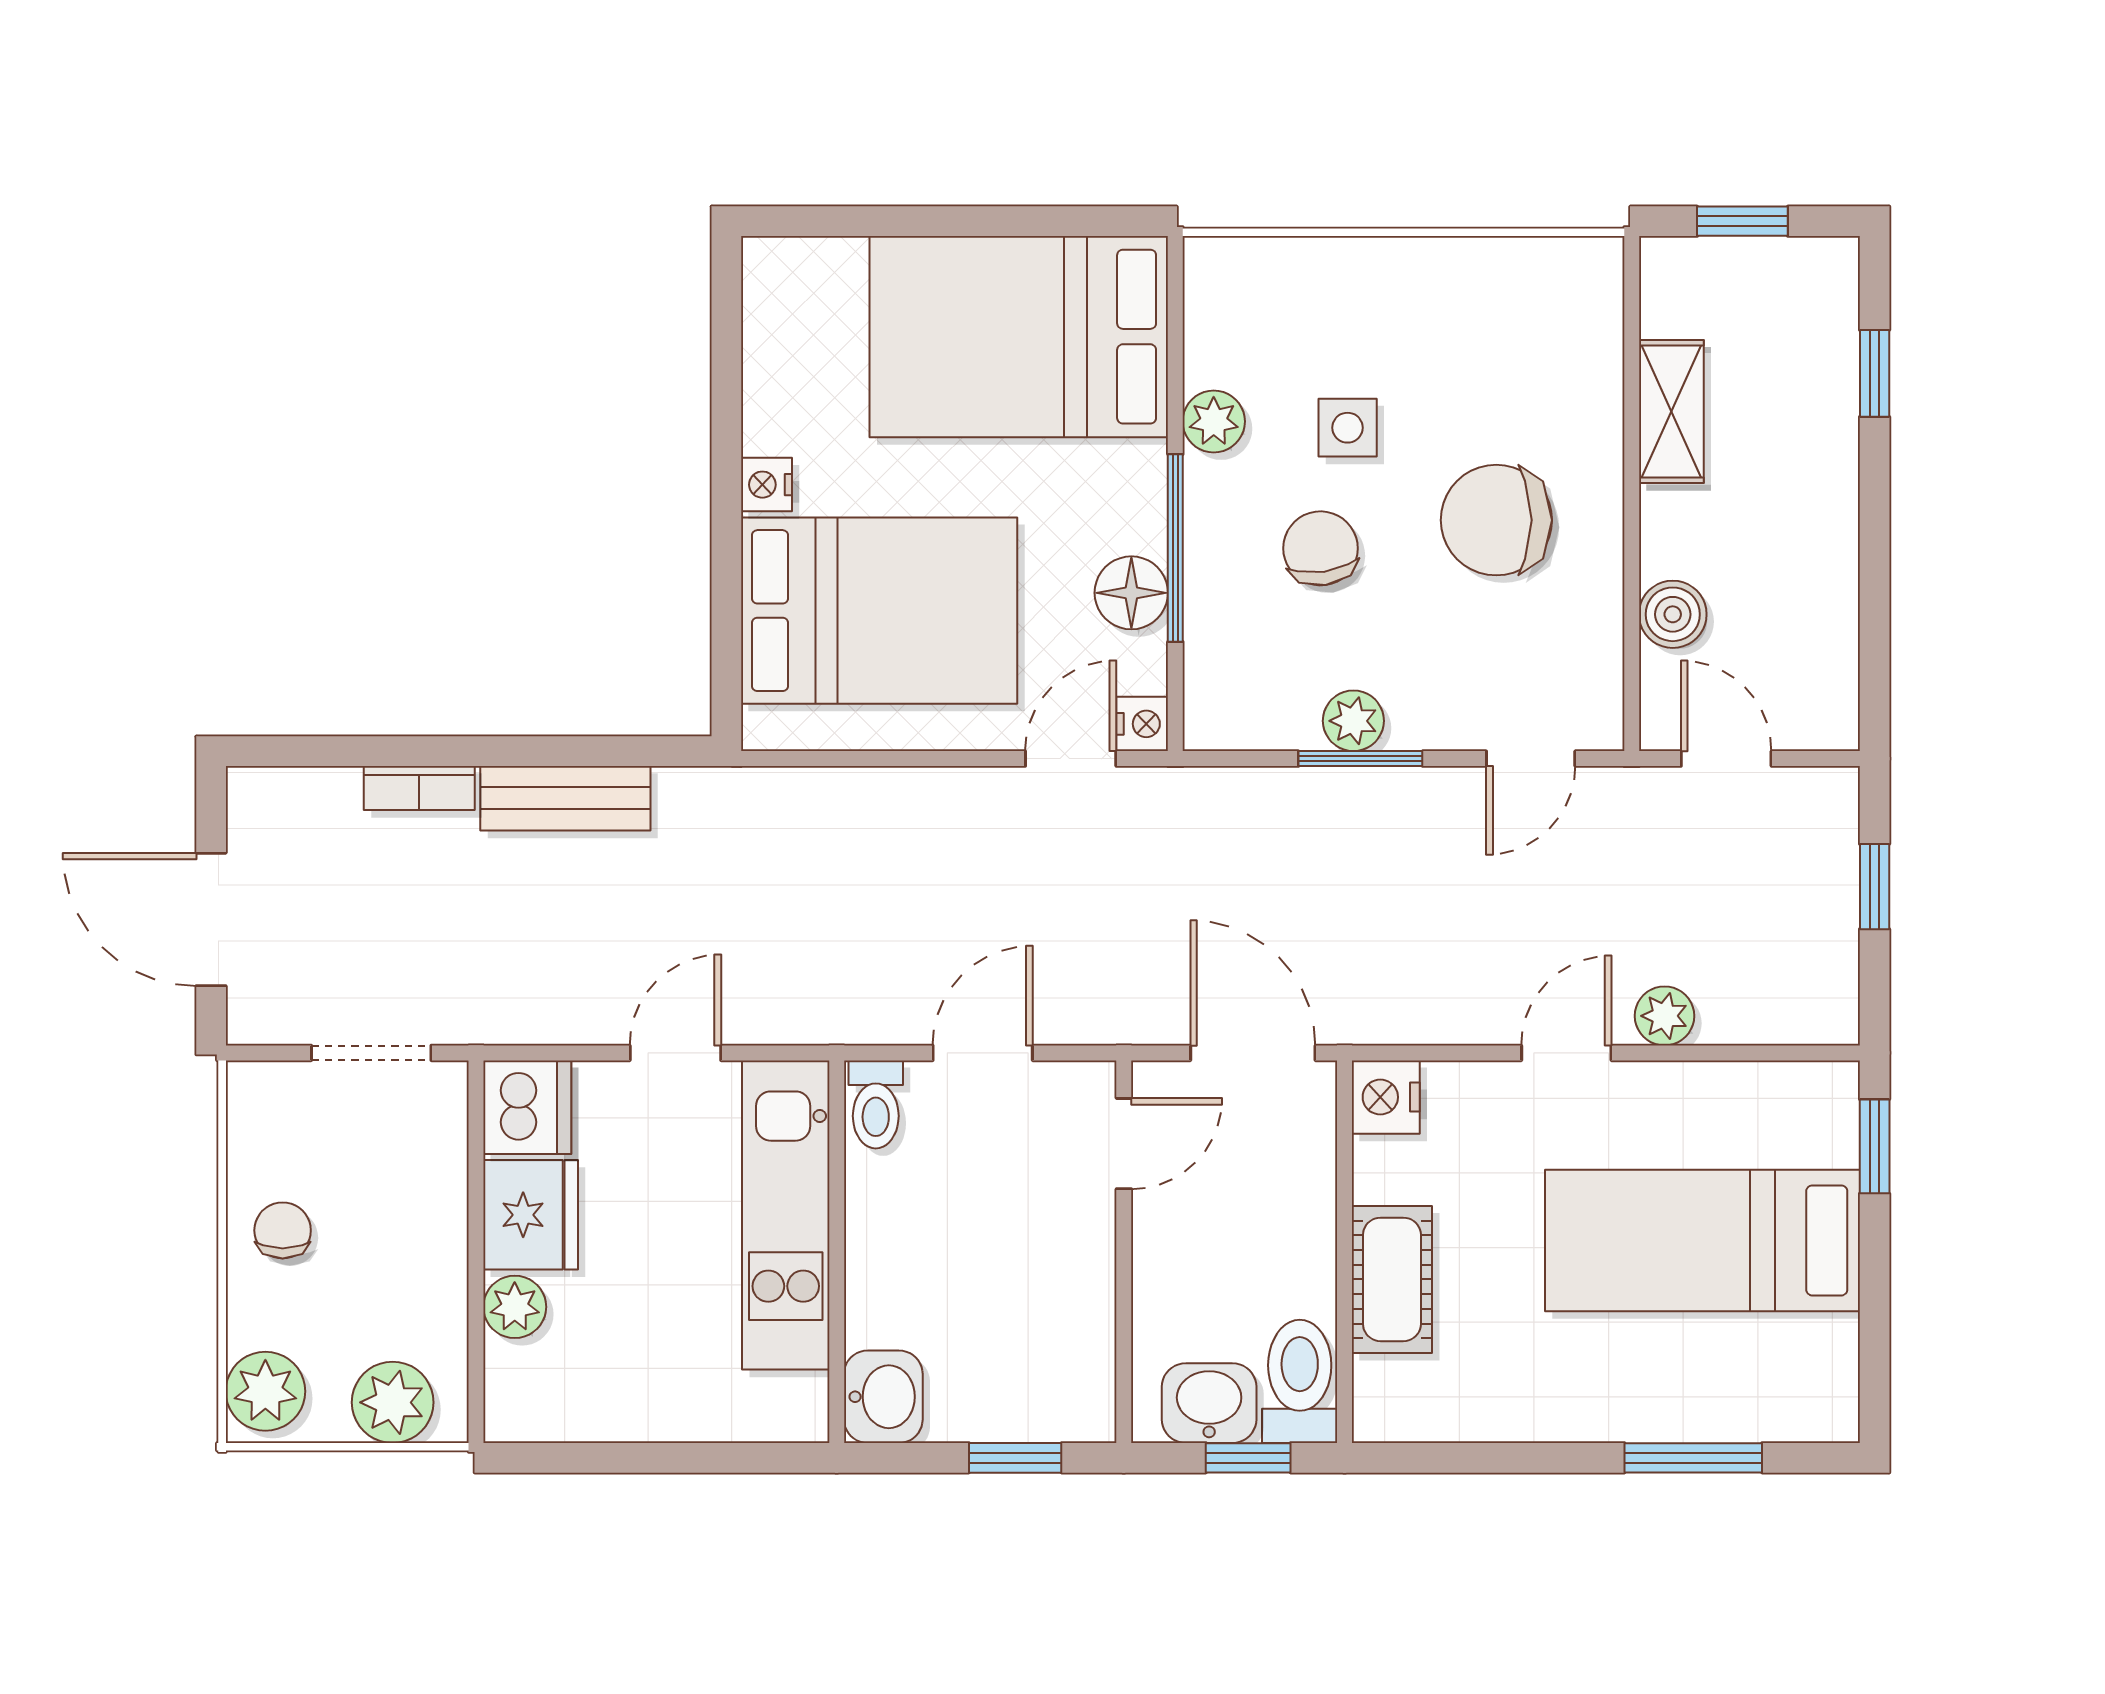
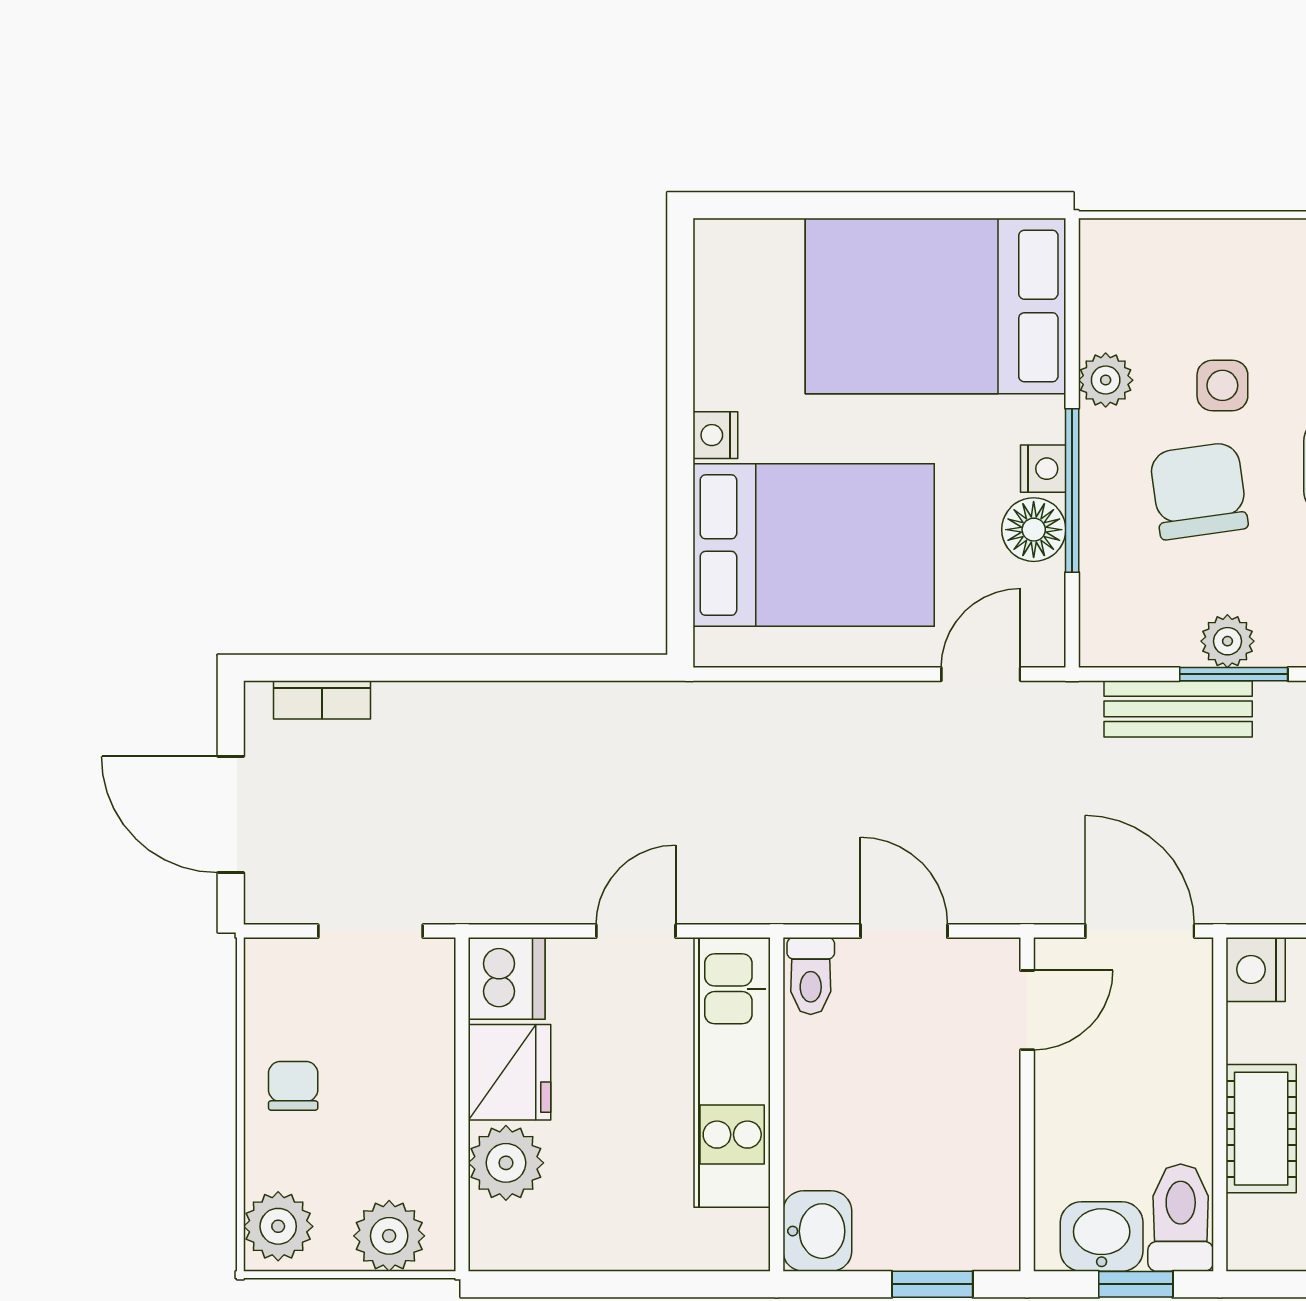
chair: (1321, 548) -> (1199, 491), width x1.37, depth x1.37
nightstand: (1142, 724) -> (1043, 469), moved
bookcase: (419, 788) -> (322, 700), moved
bench: (565, 798) -> (1178, 709), moved
door: (983, 1053) -> (904, 931), hinge flipped
plant: (515, 1307) -> (506, 1163), width x1.38, depth x1.38

